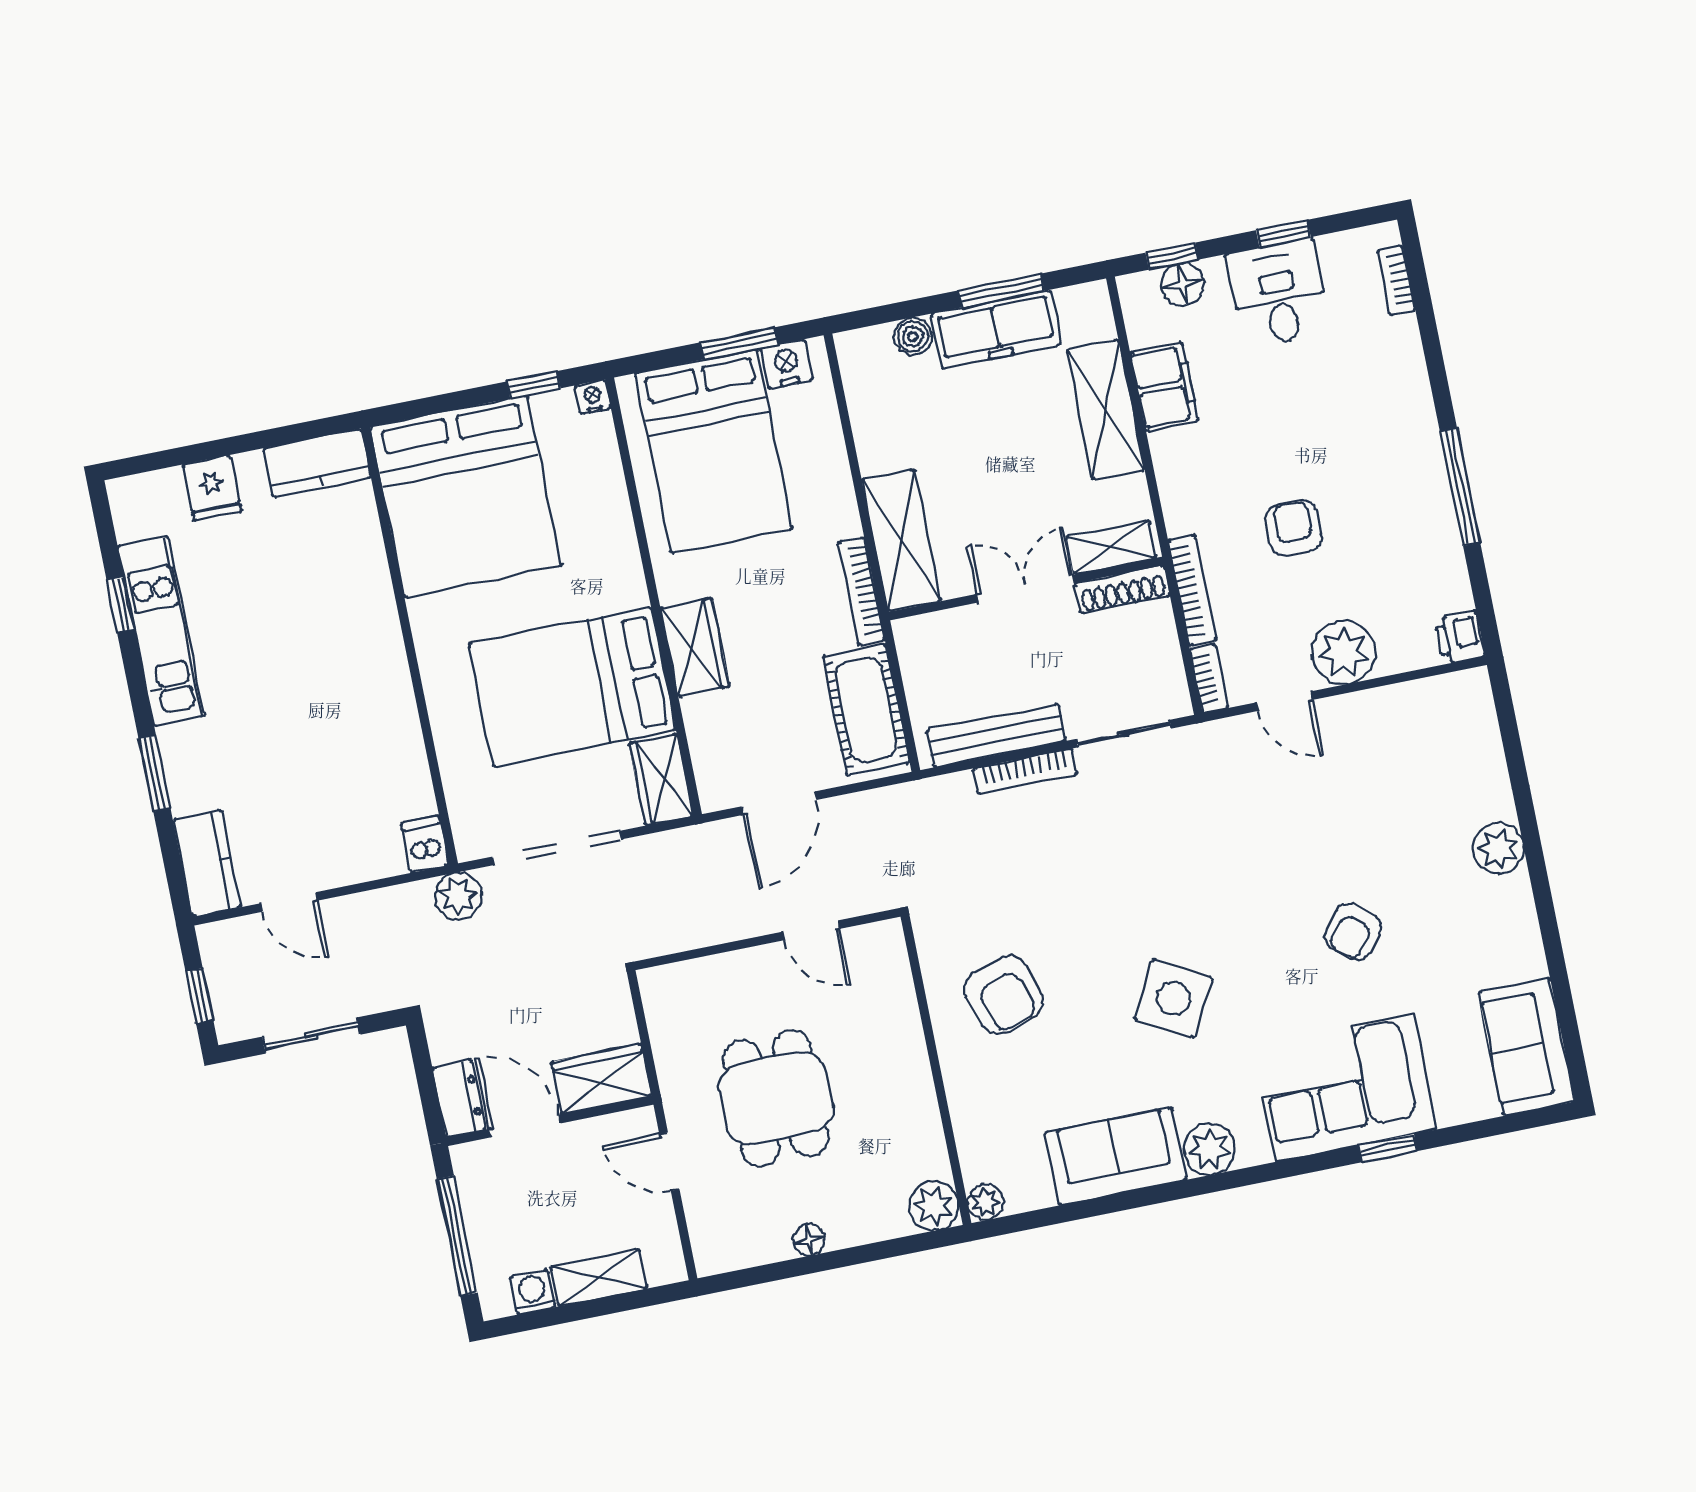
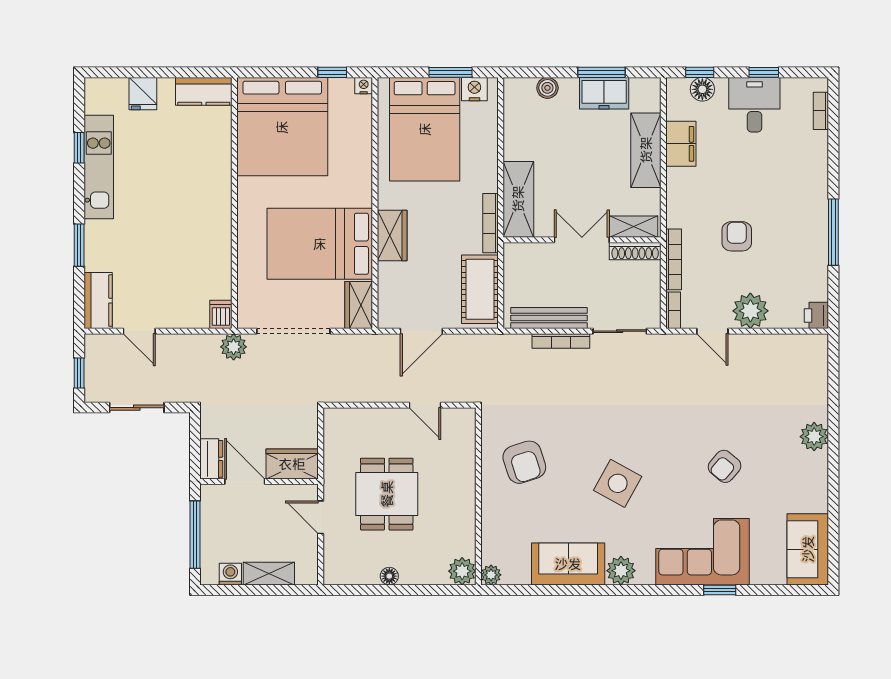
freezer: (996, 329) -> (604, 93), width x0.71

